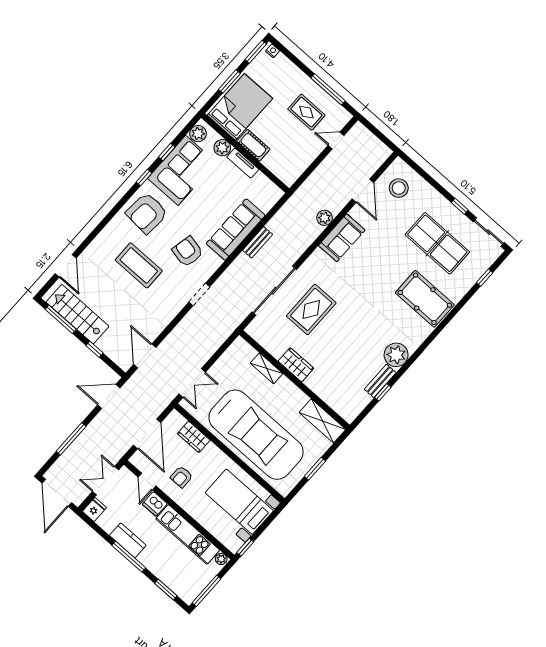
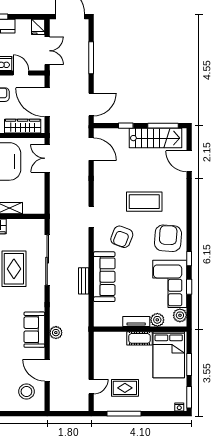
armchair: (188, 252) -> (122, 237), turned 99
wardrobe: (194, 437) -> (23, 126), width x1.50

